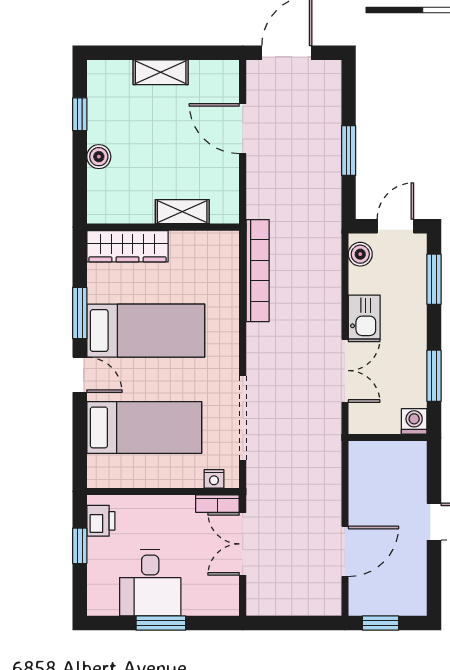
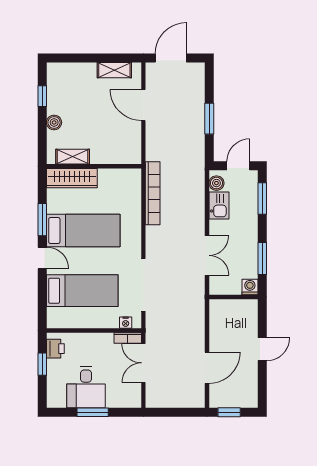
shelving: (161, 72) -> (114, 70), moved
shelving: (182, 212) -> (73, 157), moved
kitchen sink: (364, 317) -> (219, 206), moved

